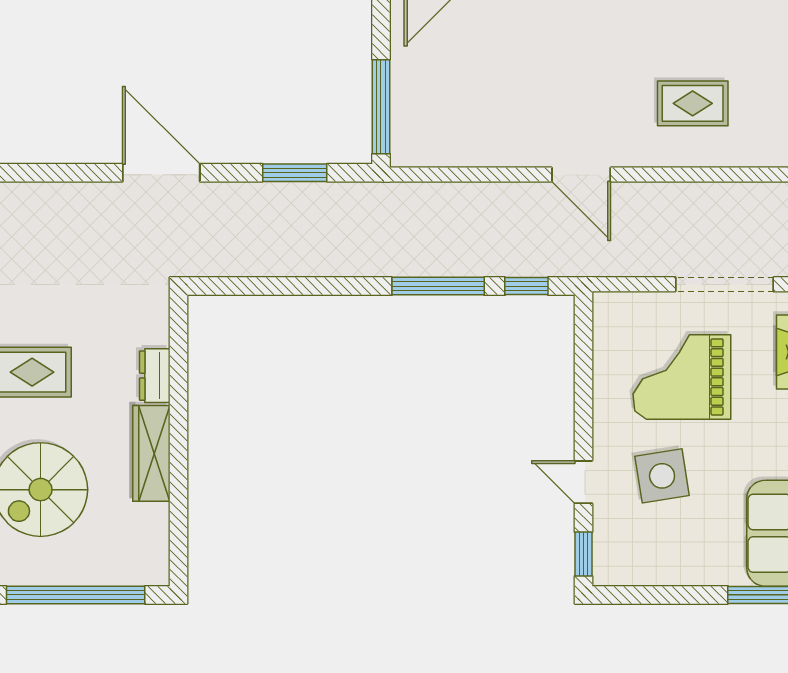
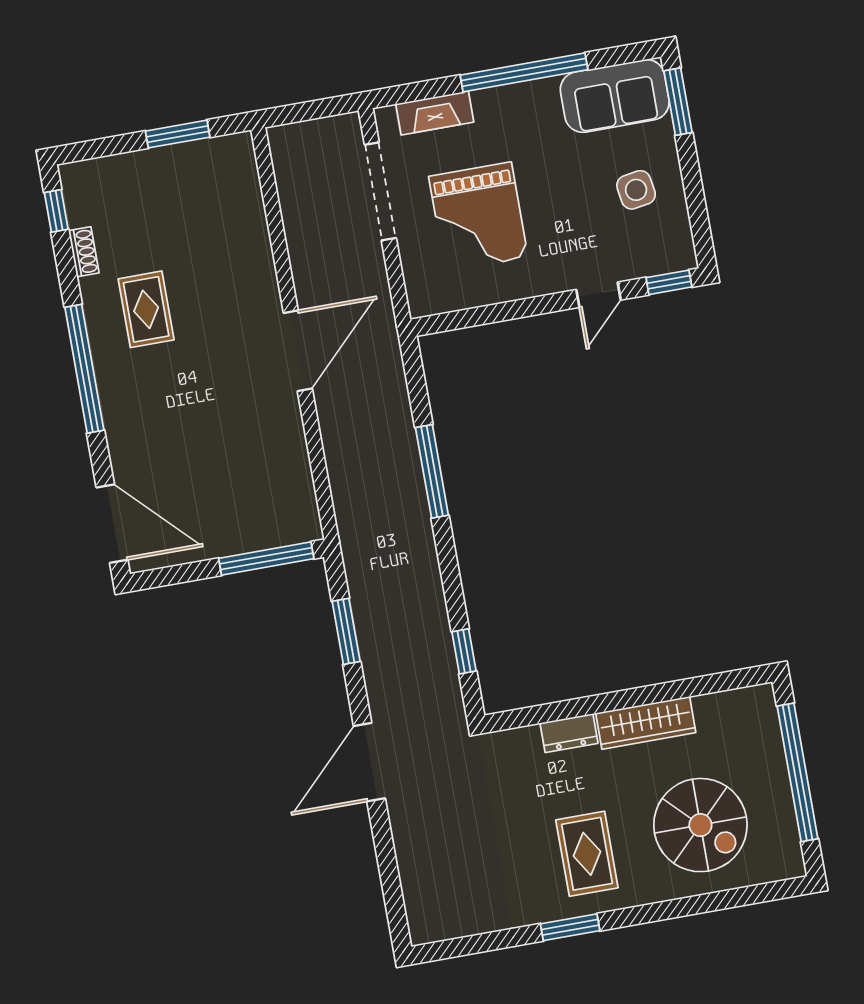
rug: (693, 103) -> (146, 309), moved
door: (581, 175) -> (298, 351), width x1.36
window: (526, 286) -> (464, 651), moved
side table: (662, 476) -> (636, 190), moved, width x0.73, depth x0.73

